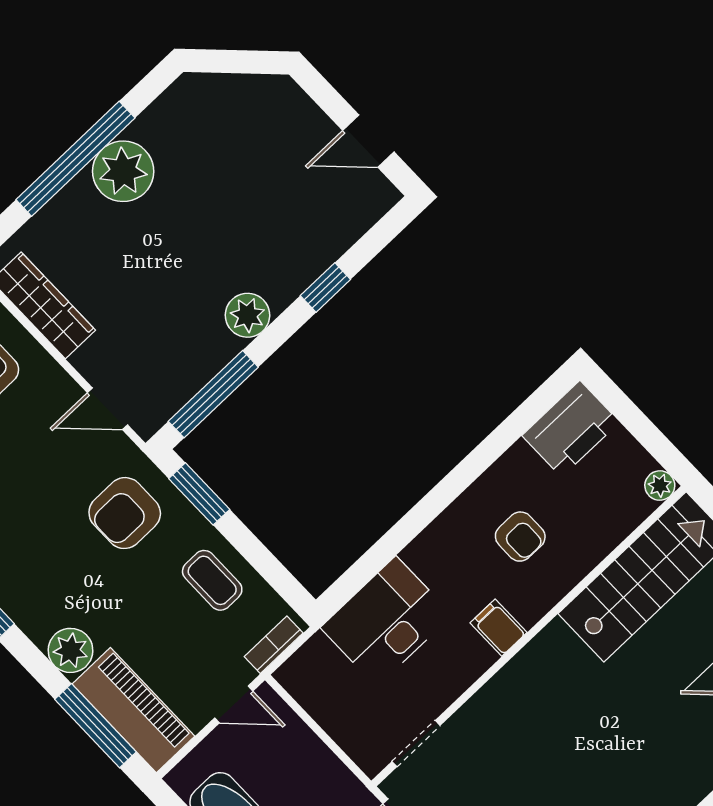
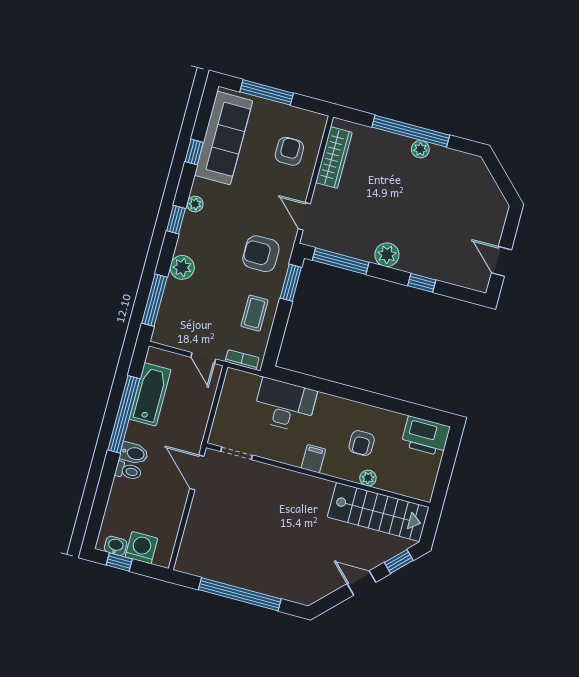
plant: (123, 171) -> (420, 149), width x0.53, depth x0.53
plant: (660, 486) -> (368, 478), moved
piano: (133, 710) -> (172, 313), removed

